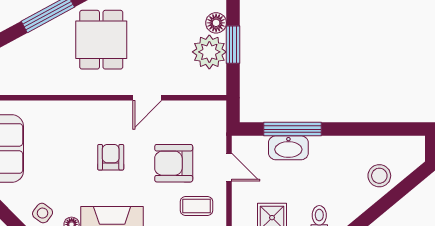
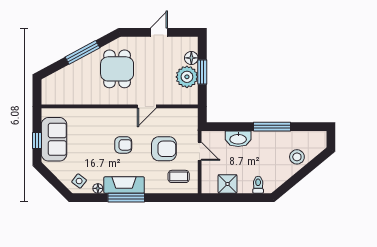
window: (293, 129) -> (272, 127), moved
armchair: (111, 157) -> (123, 145), turned 90
armchair: (174, 163) -> (164, 149), turned 180

